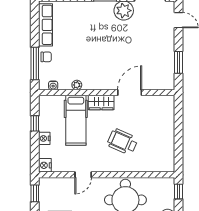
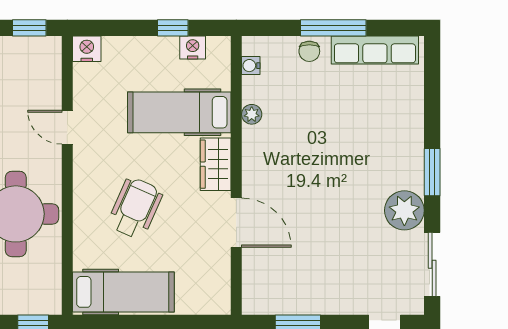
window: (35, 63) -> (333, 28), moved
nightstand: (44, 138) -> (193, 48), moved
hospital bed: (163, 147) -> (123, 292), added

